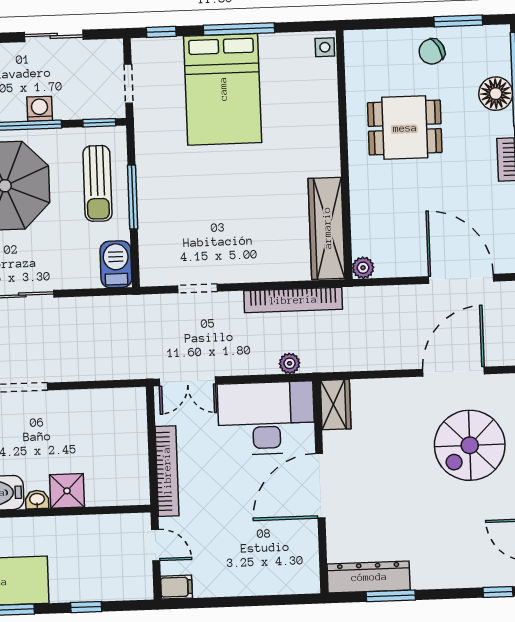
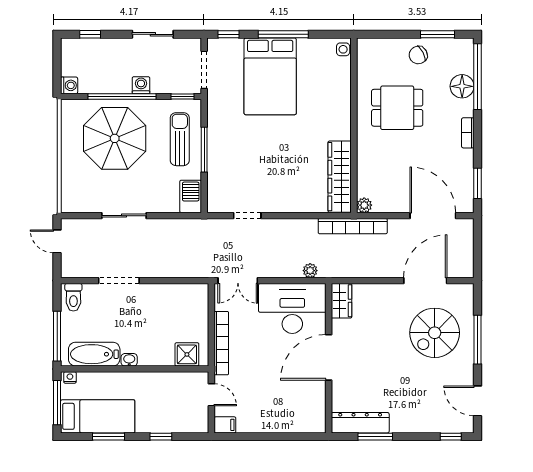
doorway: (128, 84) -> (204, 70), width x1.38
sun lounger: (97, 183) -> (180, 139), turned 180
bookcase: (293, 300) -> (353, 226), moved
shower: (67, 491) -> (187, 354), moved

